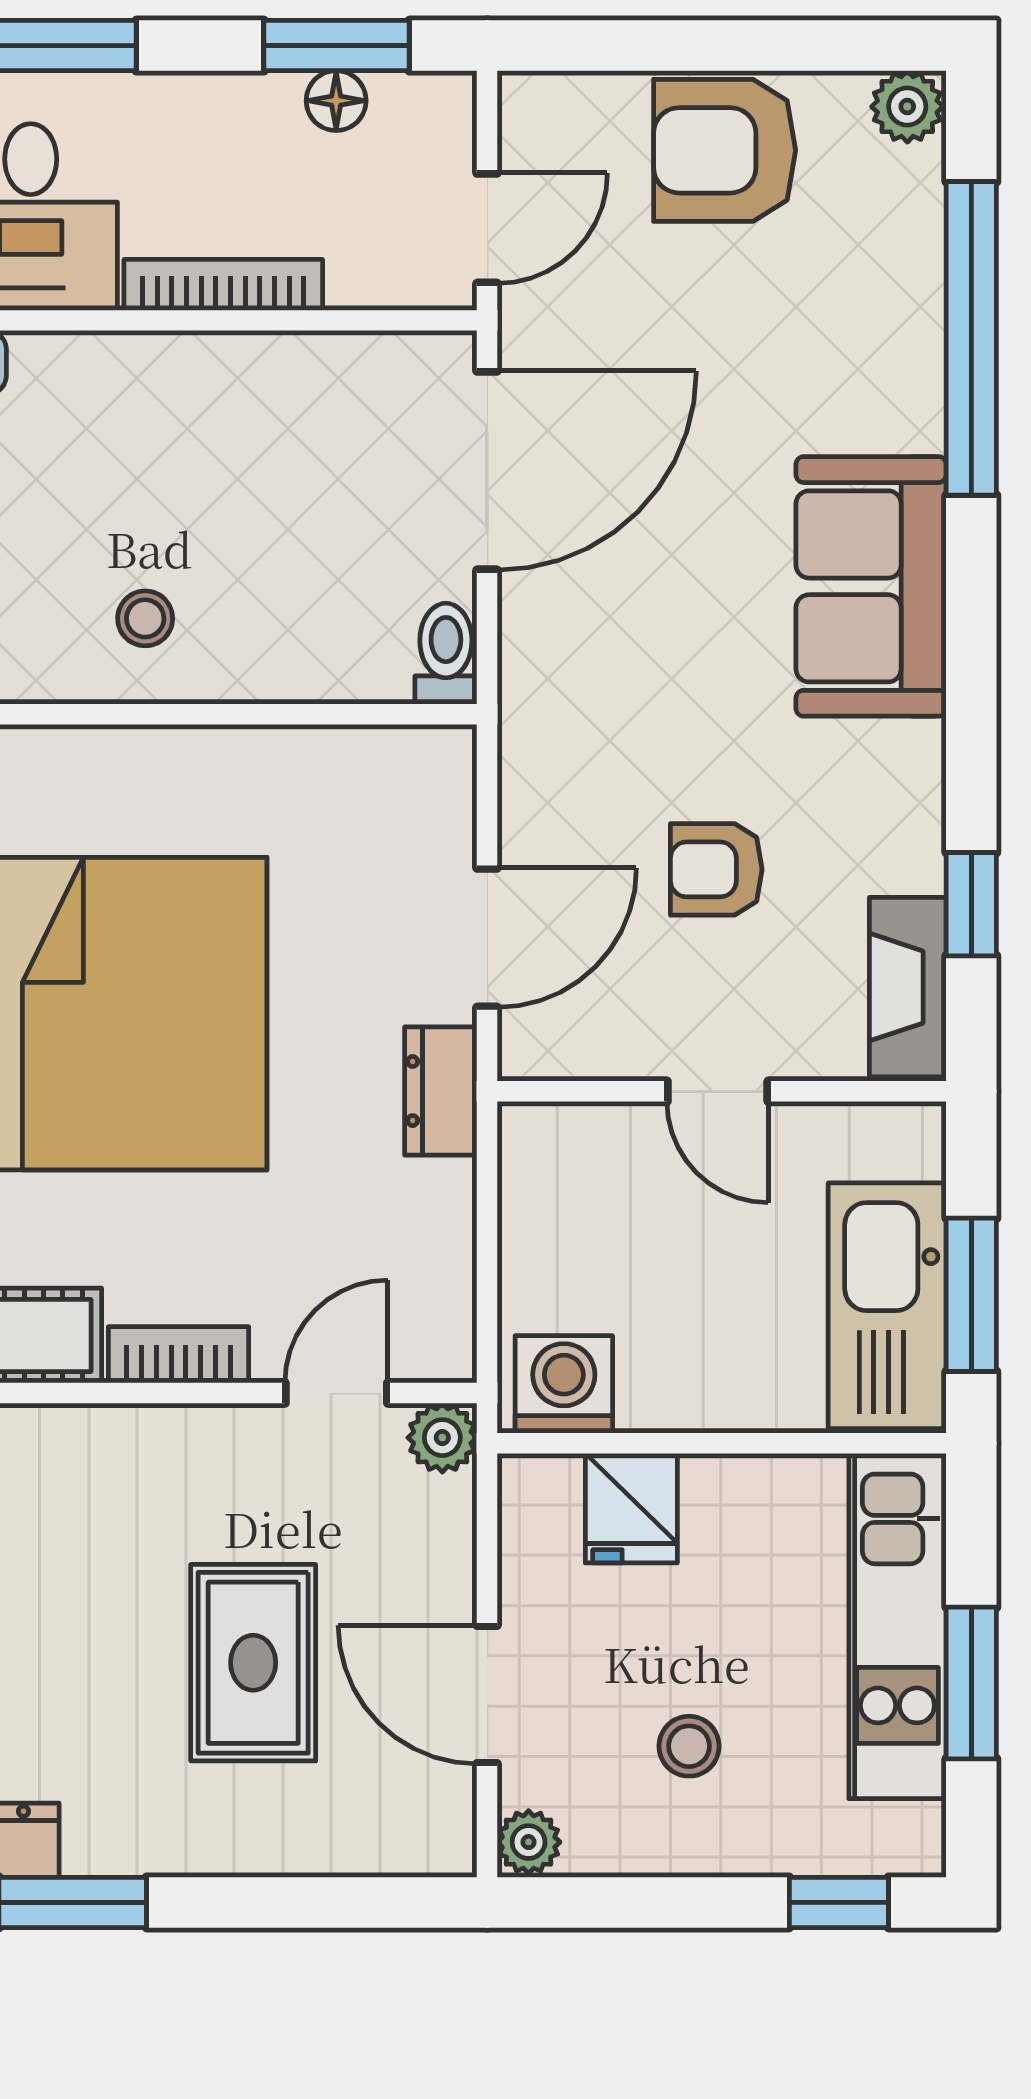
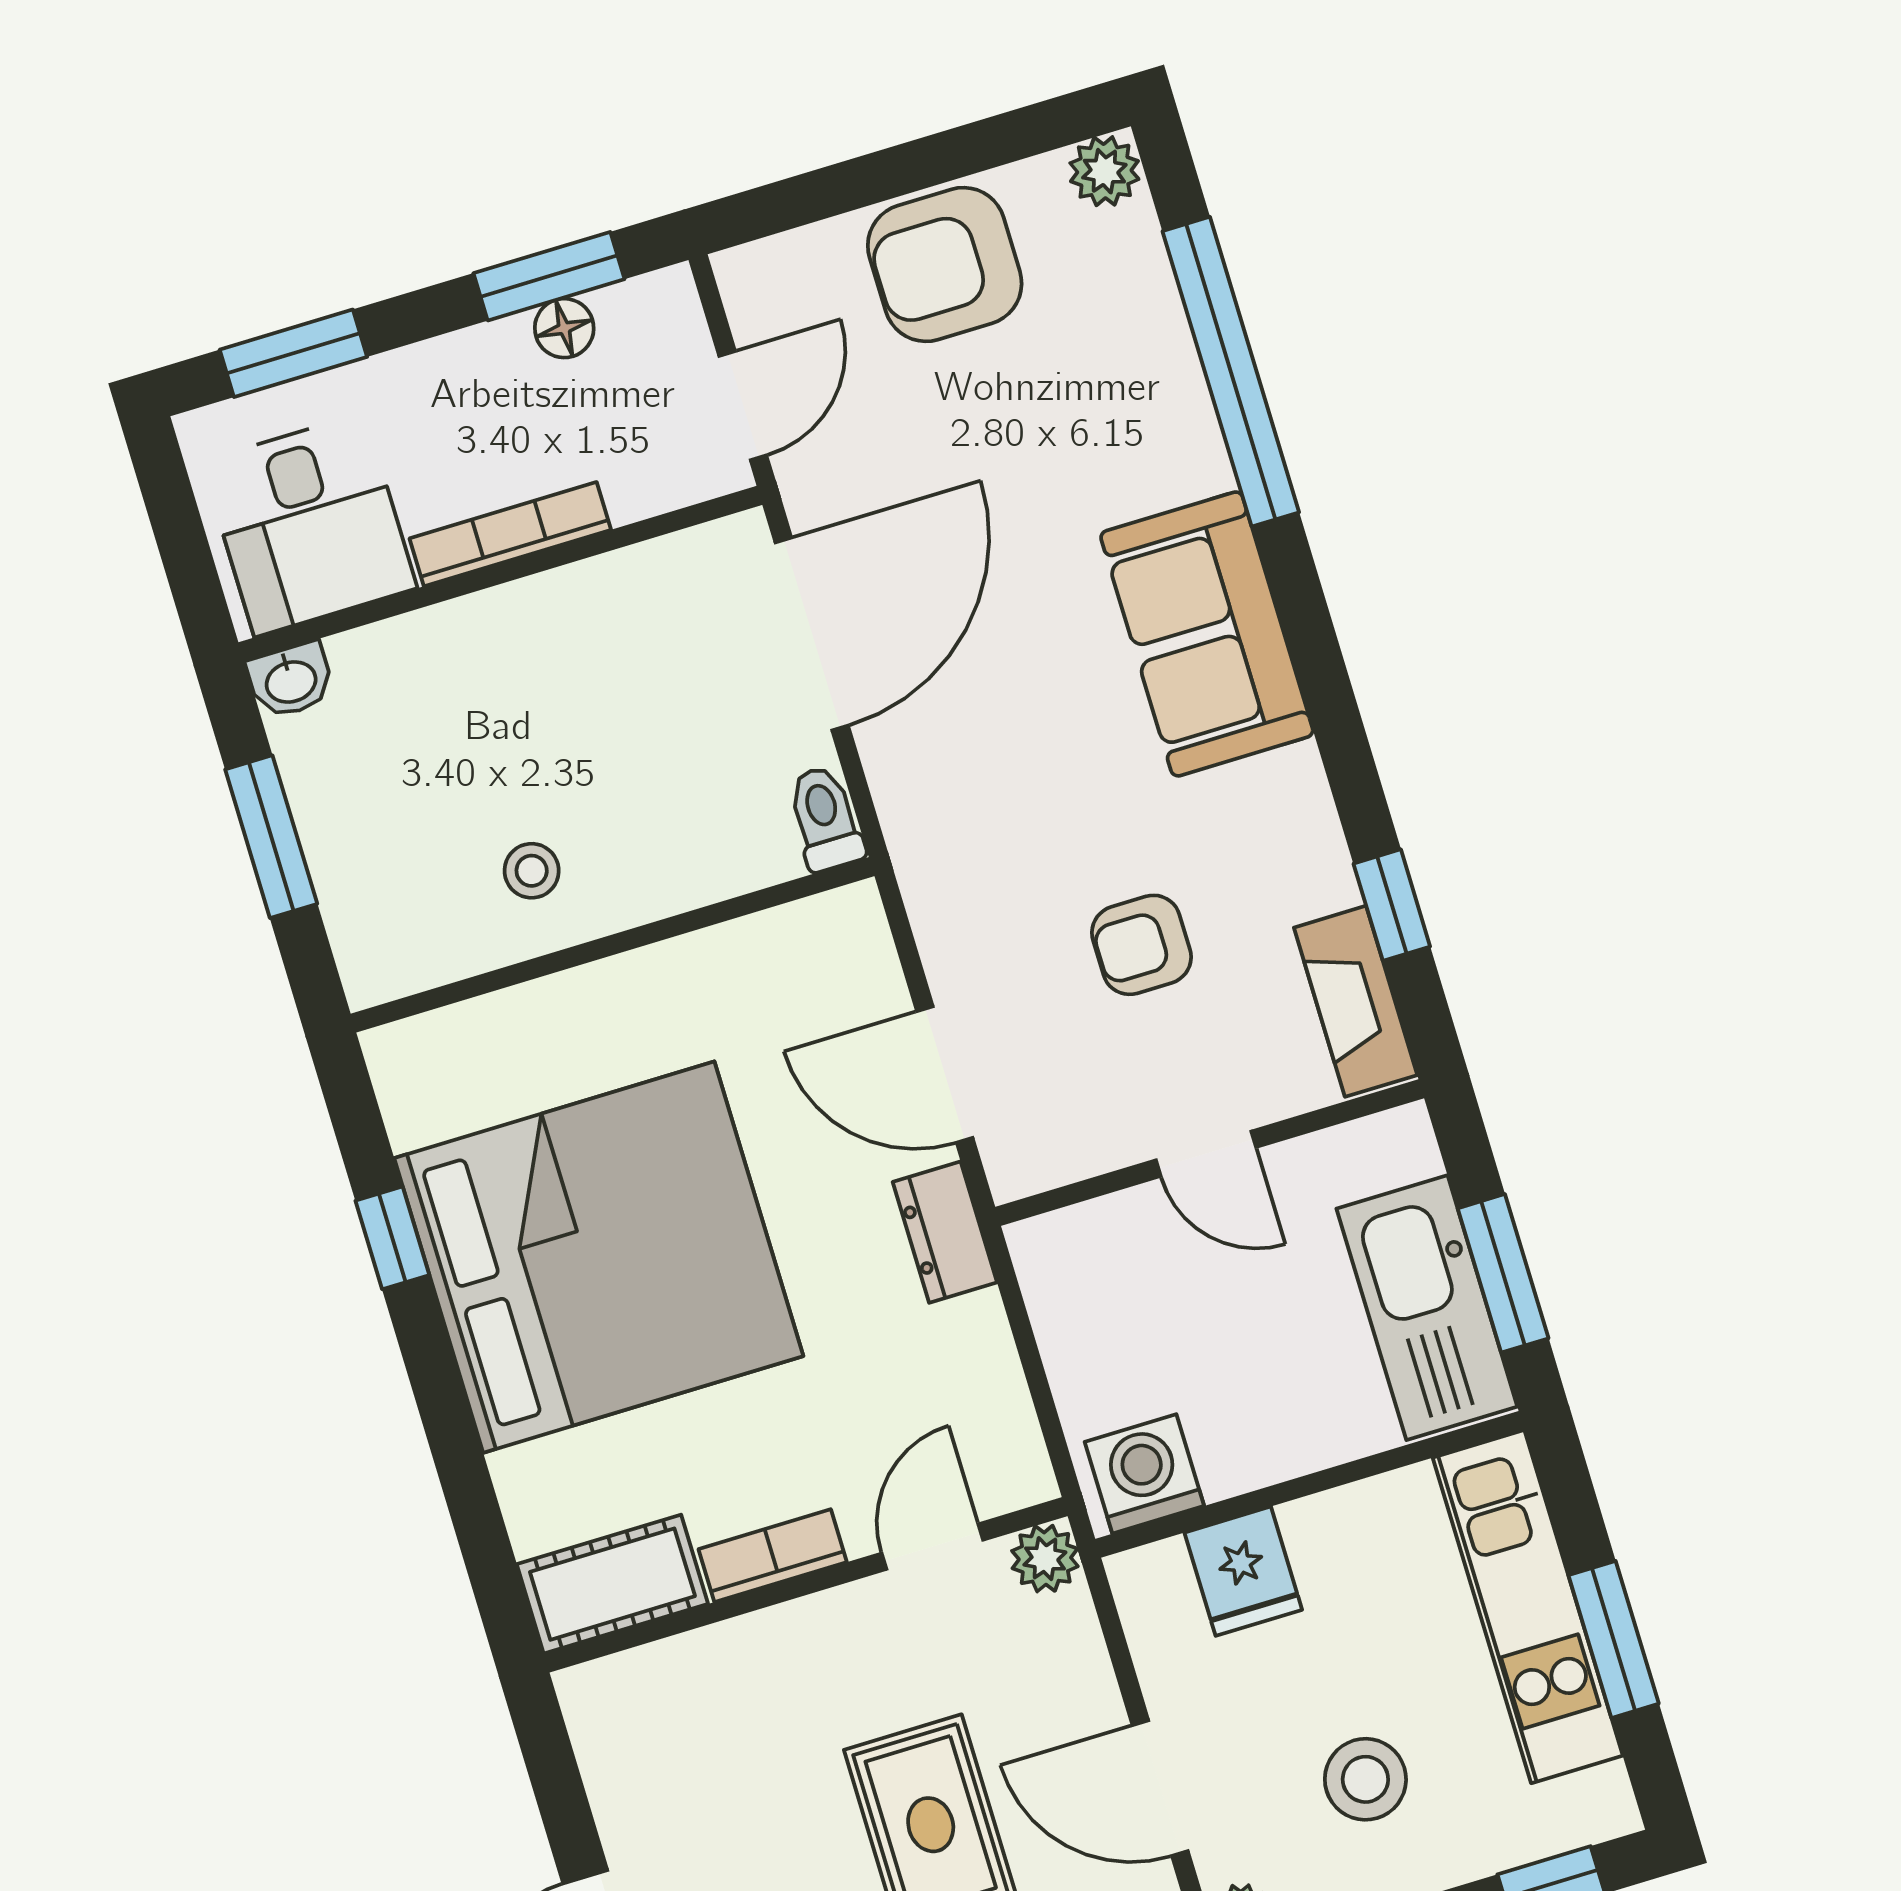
door: (487, 938) -> (945, 1075), swing flipped
stool: (689, 1746) -> (1365, 1779), width x1.37, depth x1.37

